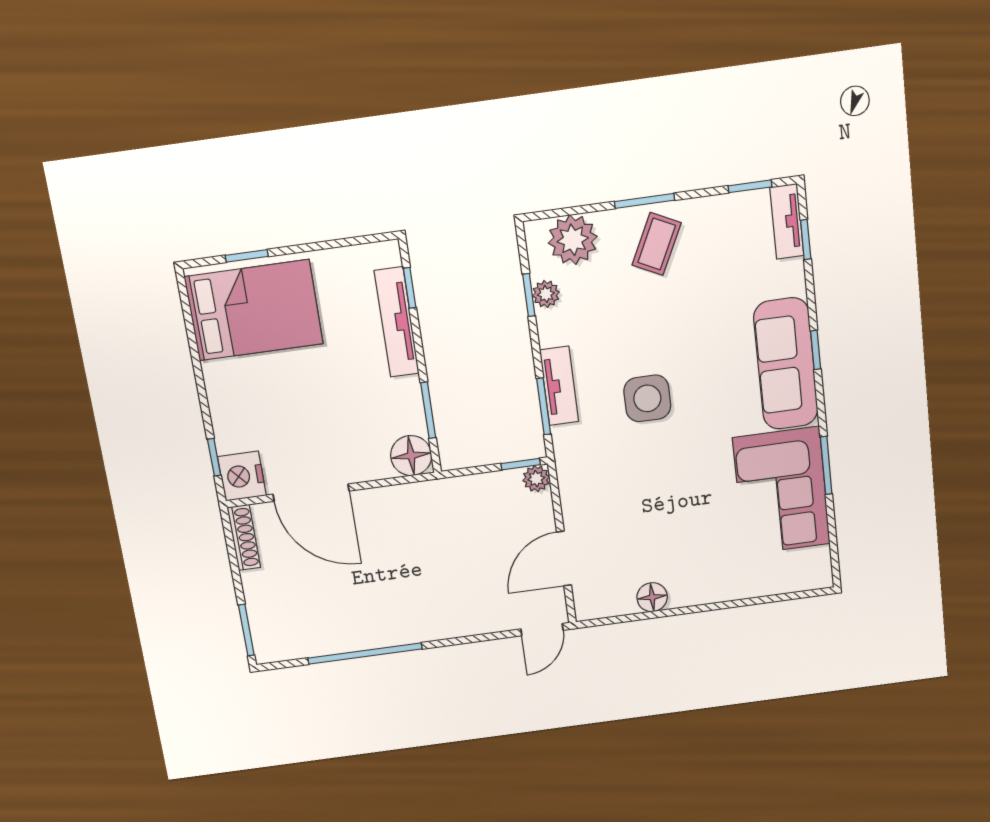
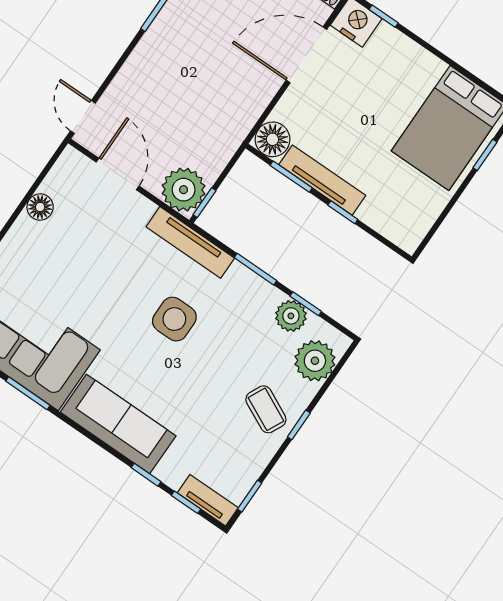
window: (645, 201) -> (299, 425), width x0.67
window: (410, 288) -> (343, 212), moved
plant: (546, 294) -> (291, 316), width x1.38, depth x1.38
tv unit: (397, 322) -> (322, 180), moved
window: (816, 350) -> (146, 475), moved
tv unit: (559, 386) -> (190, 242), moved, width x1.41
window: (544, 406) -> (255, 269), moved
plant: (536, 479) -> (184, 190), width x1.87, depth x1.87

